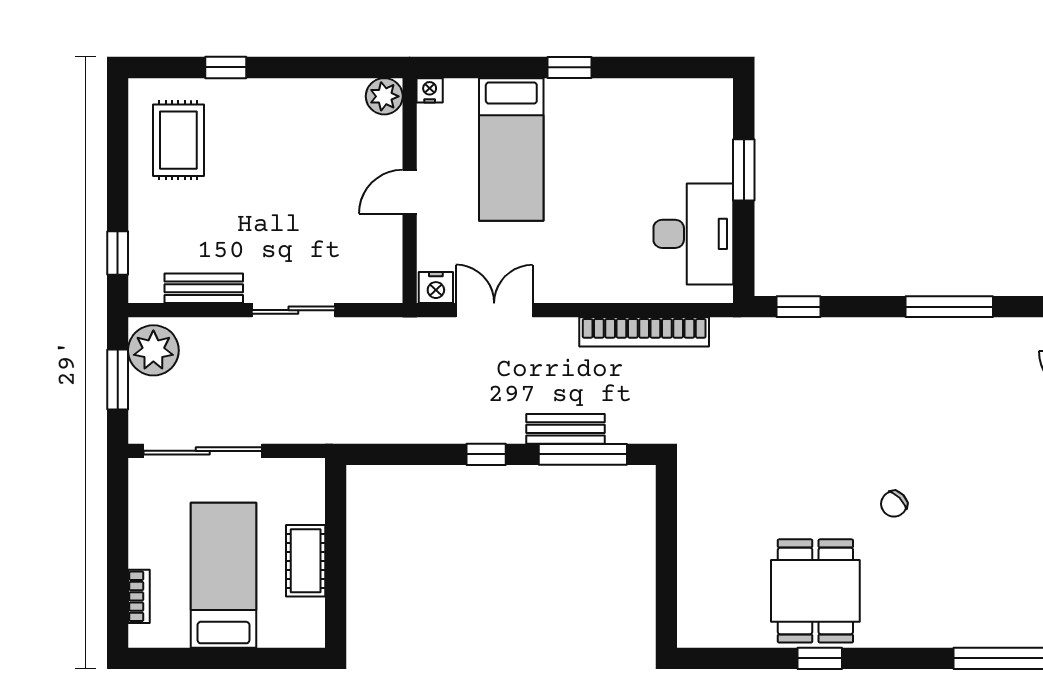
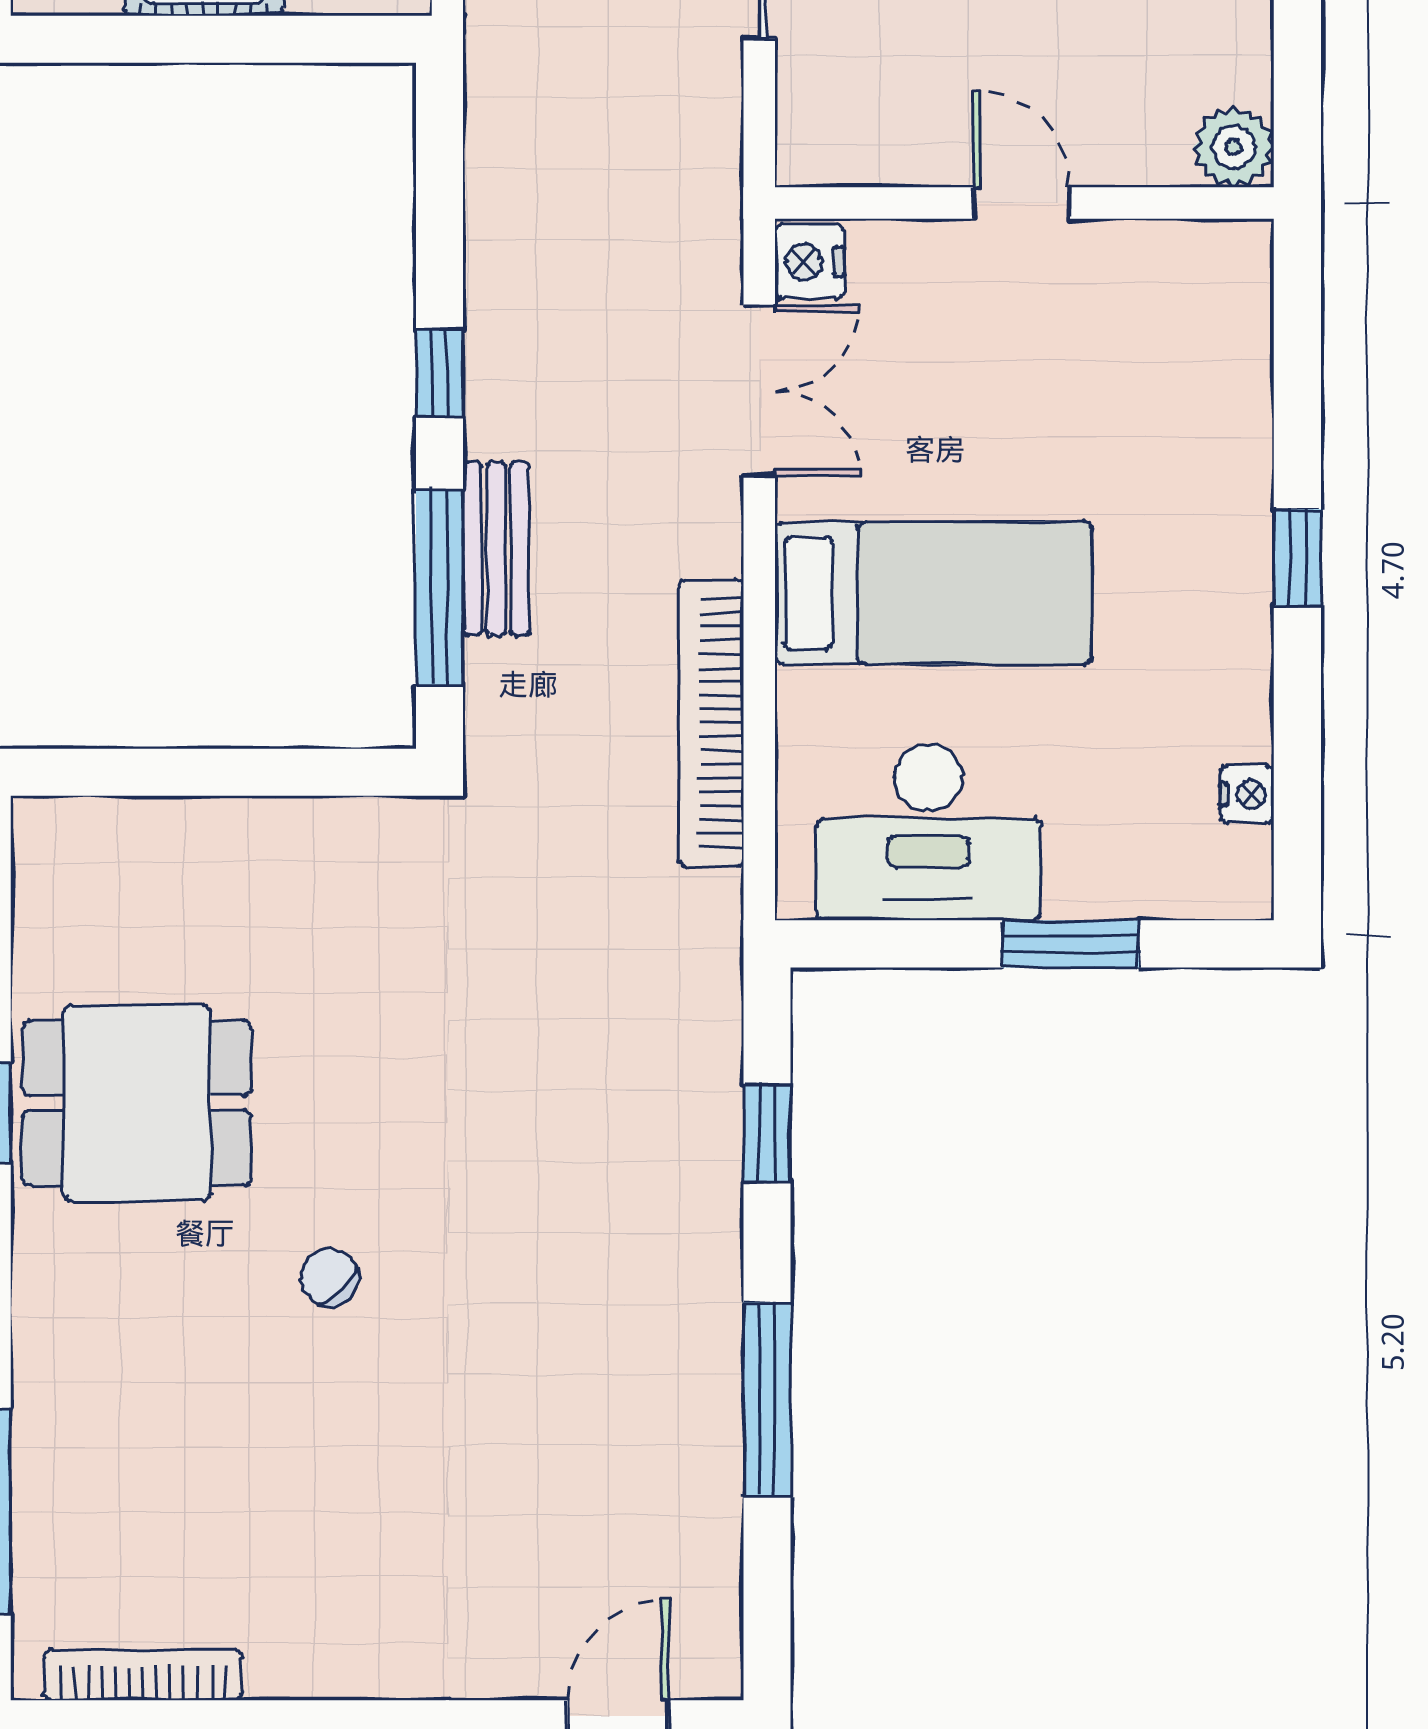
nightstand: (430, 90) -> (1247, 794), moved
bed: (511, 149) -> (933, 593), moved, turned 180
window: (799, 307) -> (767, 1134), moved

